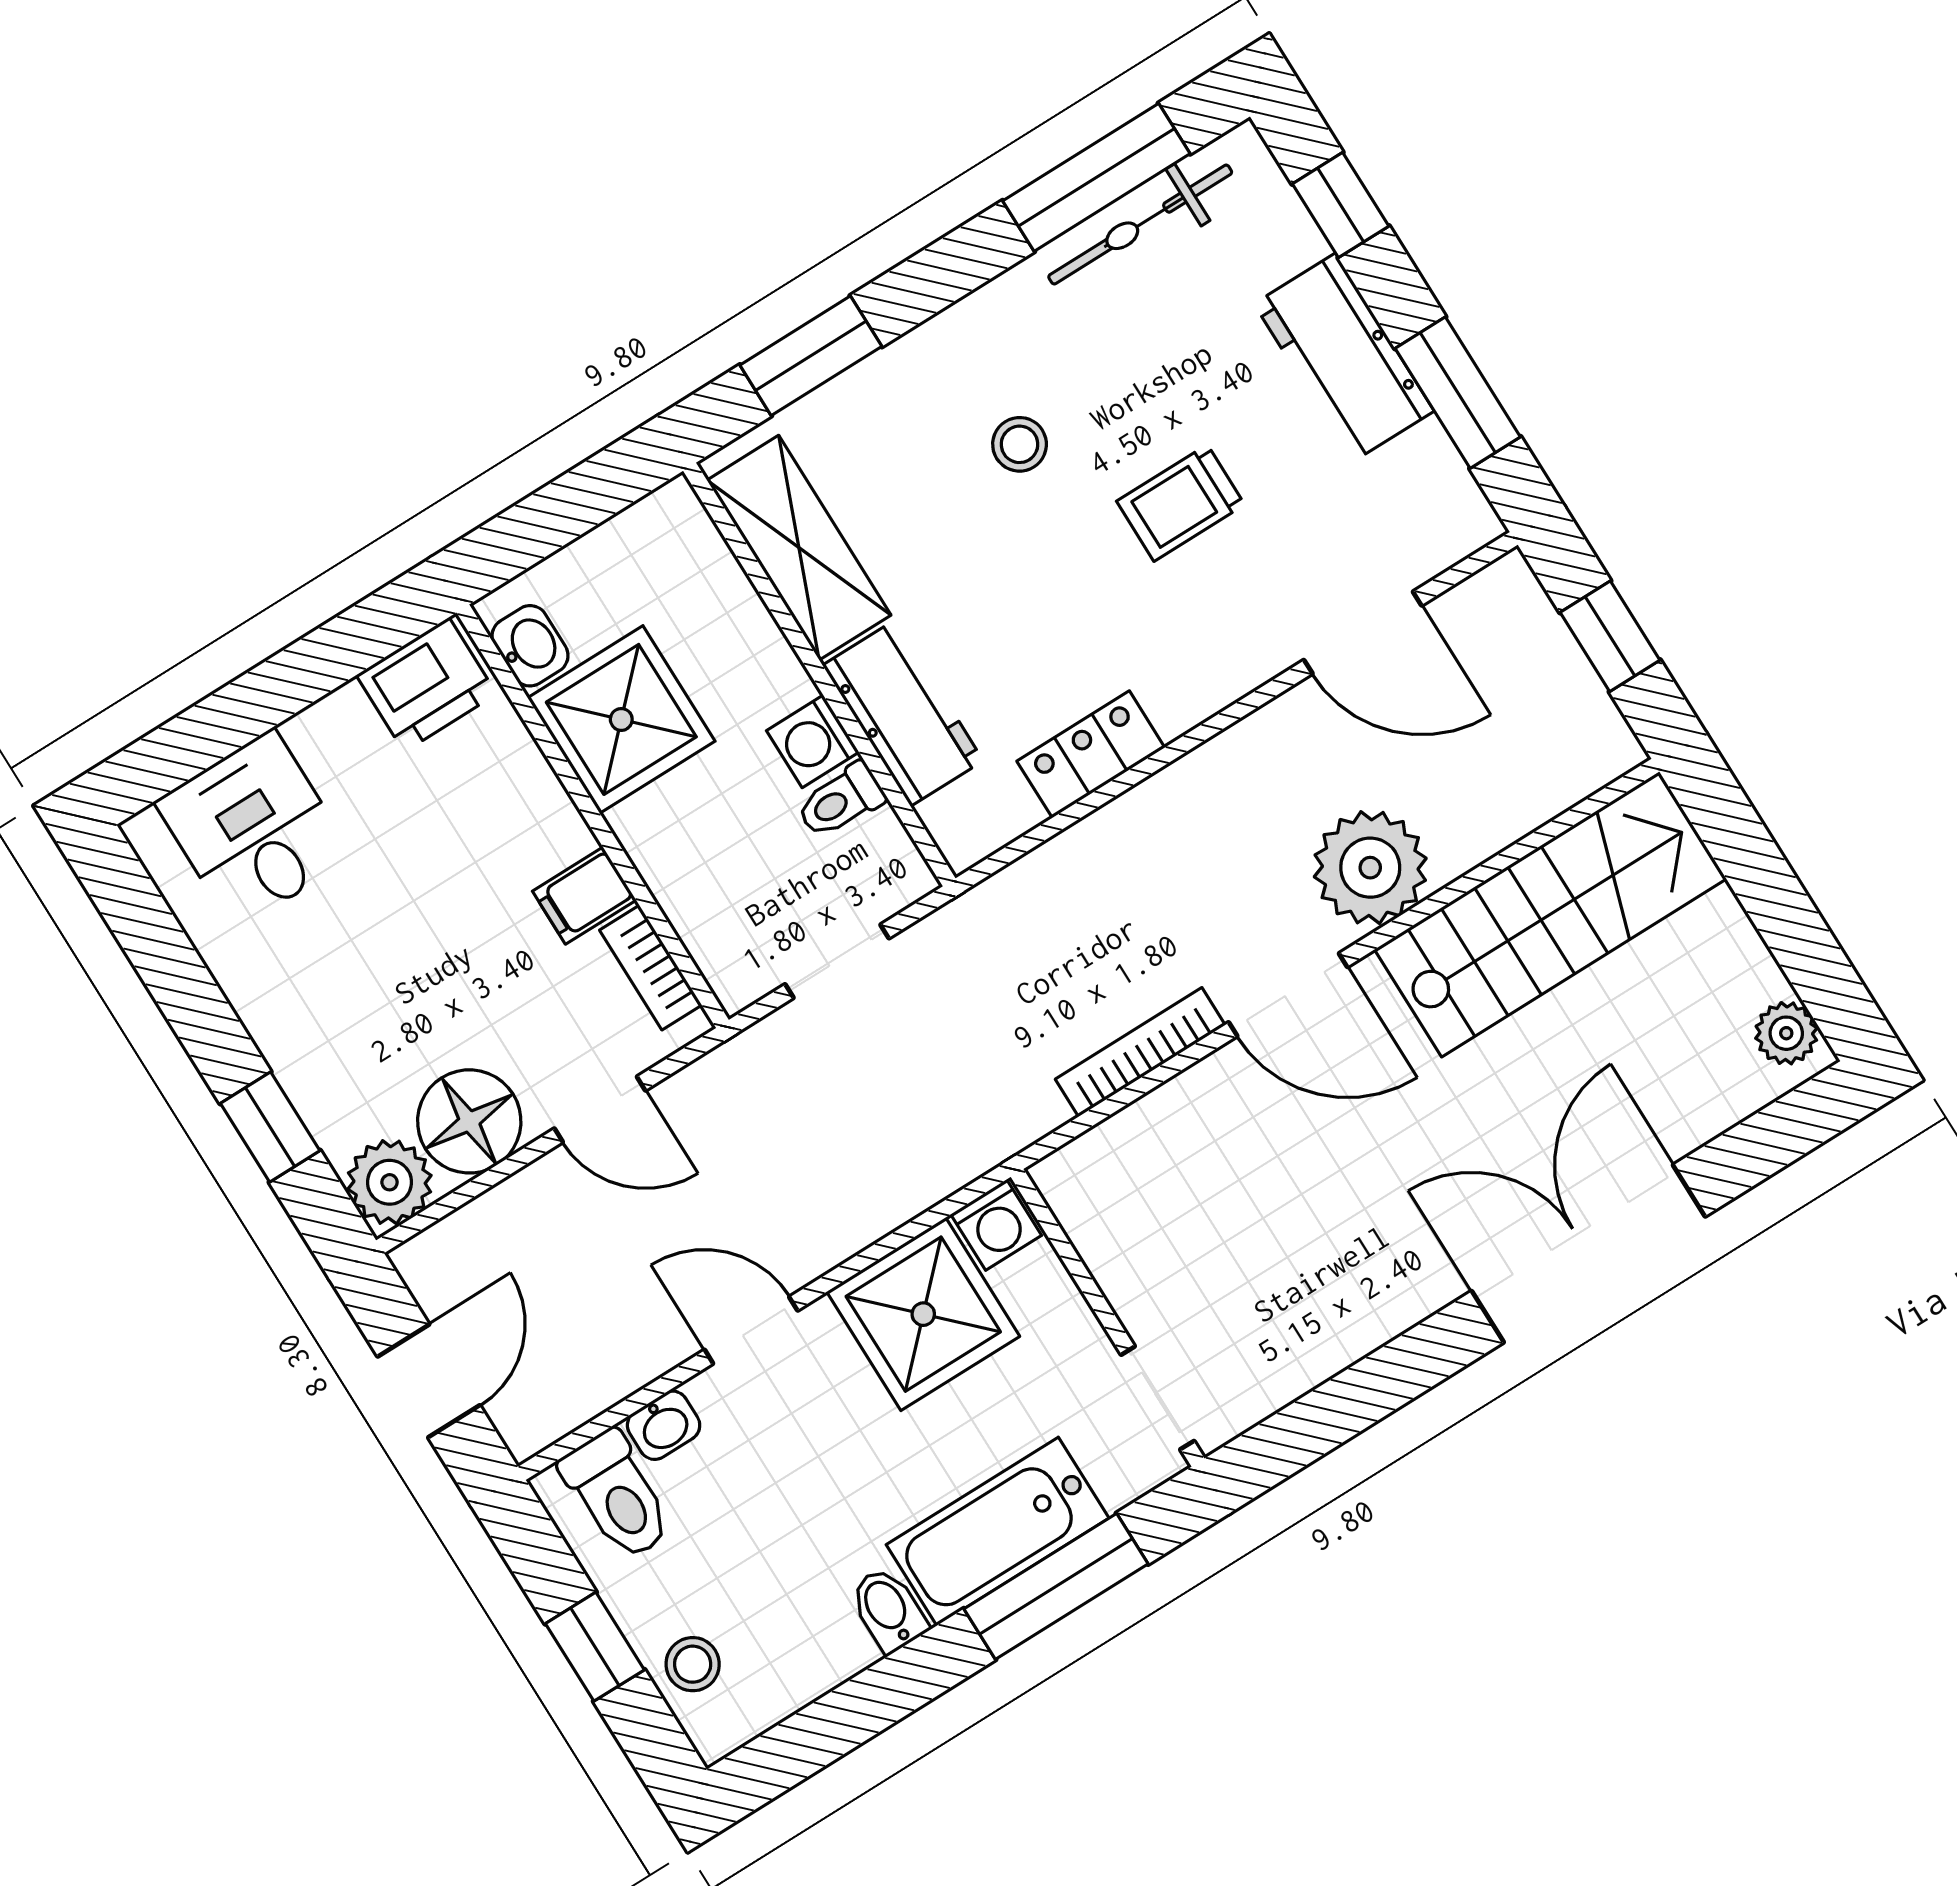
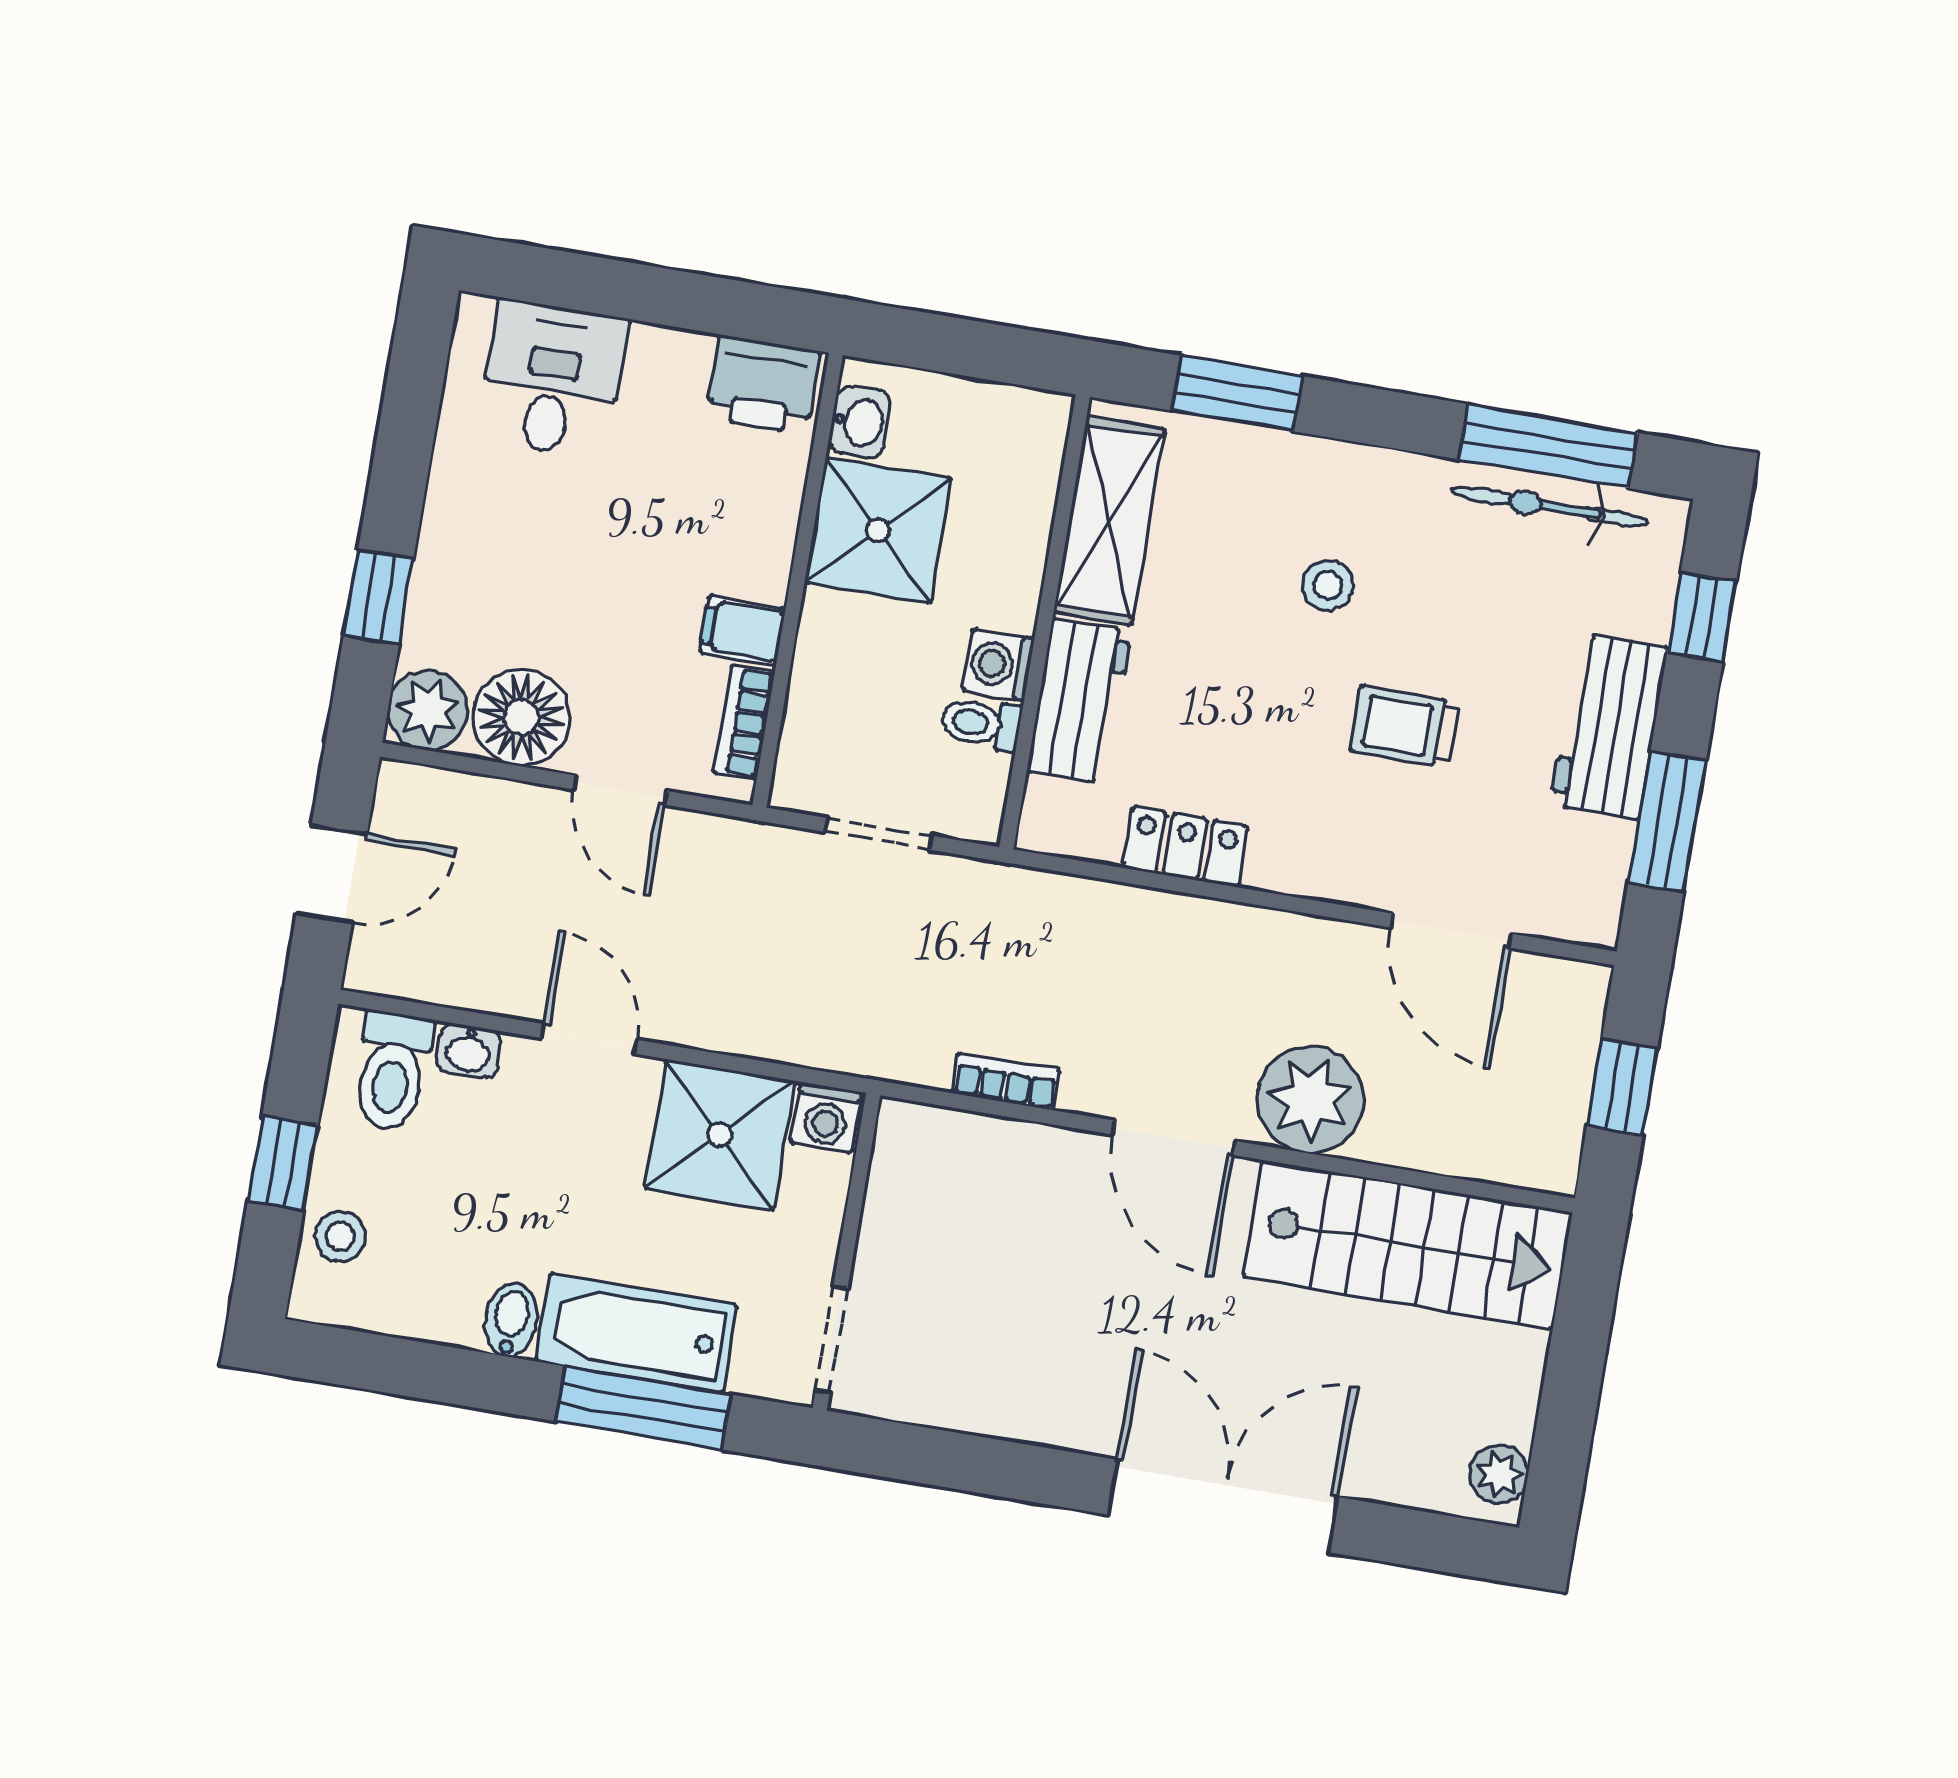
bookcase: (1140, 1052) -> (1006, 1081), width x0.64

